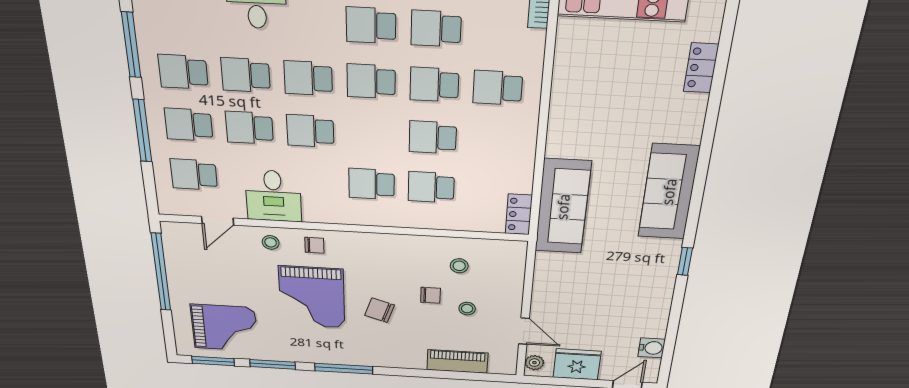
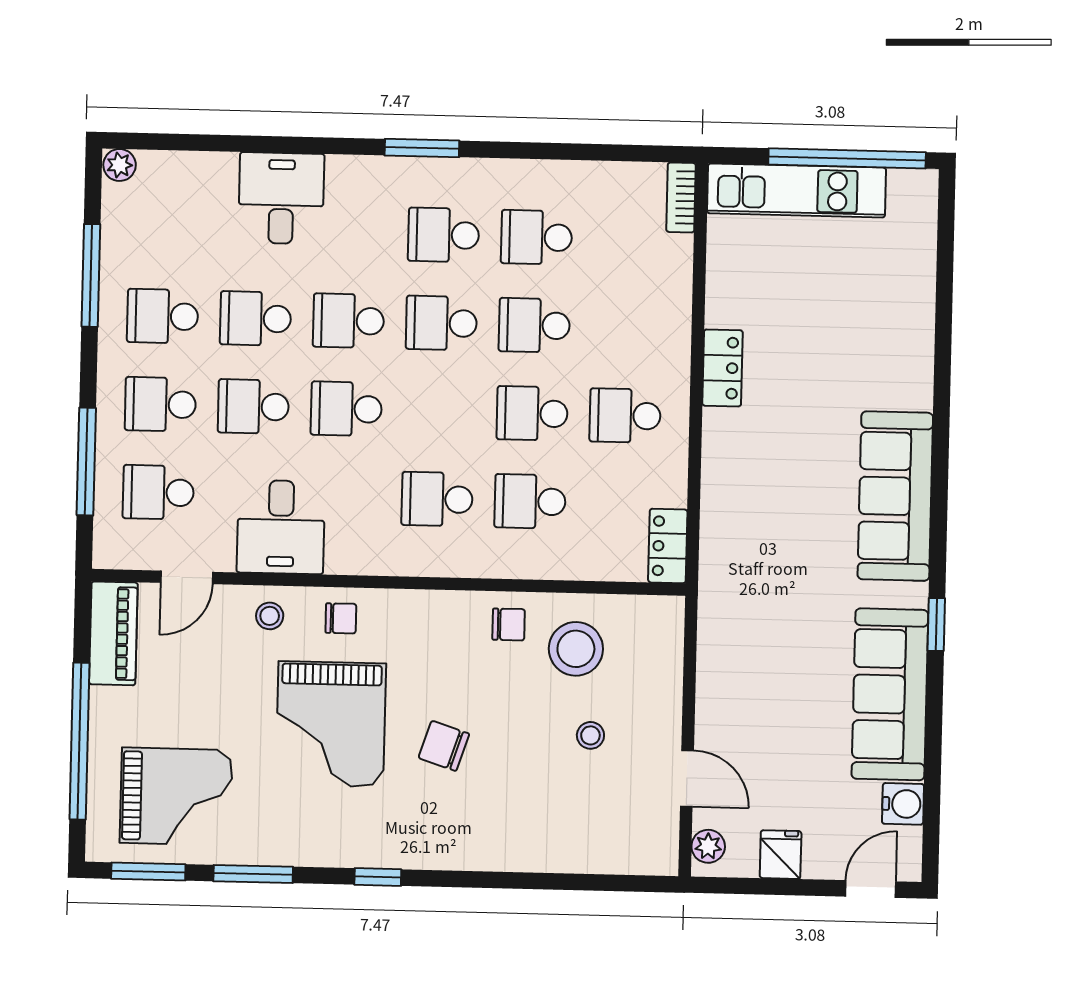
locker: (701, 68) -> (723, 368), moved, turned 180
school desk: (498, 88) -> (625, 416), moved
window: (142, 131) -> (86, 461), moved
sofa: (563, 207) -> (890, 694), moved, turned 180
stool: (459, 266) -> (576, 649), width x1.89, depth x1.89
window: (161, 272) -> (79, 741), moved
chair: (430, 295) -> (509, 624), moved
piano: (457, 361) -> (113, 633), moved, turned 90
fridge: (577, 364) -> (781, 855), width x0.53, depth x0.75
window: (344, 369) -> (378, 877), width x0.46

